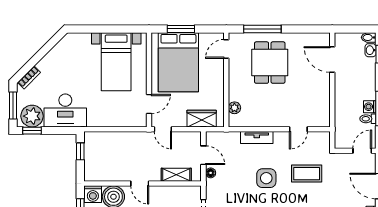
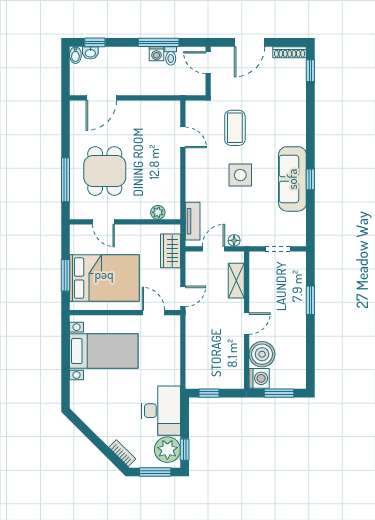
door: (226, 49) -> (103, 222), moved
dining table: (270, 63) -> (105, 171), turned 90
tv unit: (257, 138) -> (193, 221), moved

